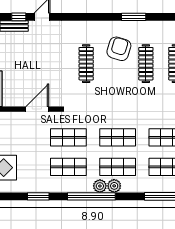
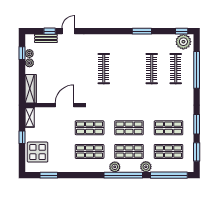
armchair: (119, 49) -> (130, 57), removed
plant: (114, 186) -> (146, 167), moved
window: (38, 196) -> (49, 175), moved
window: (91, 196) -> (123, 175), moved

